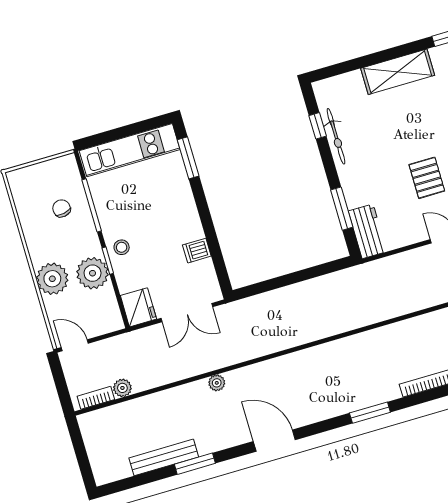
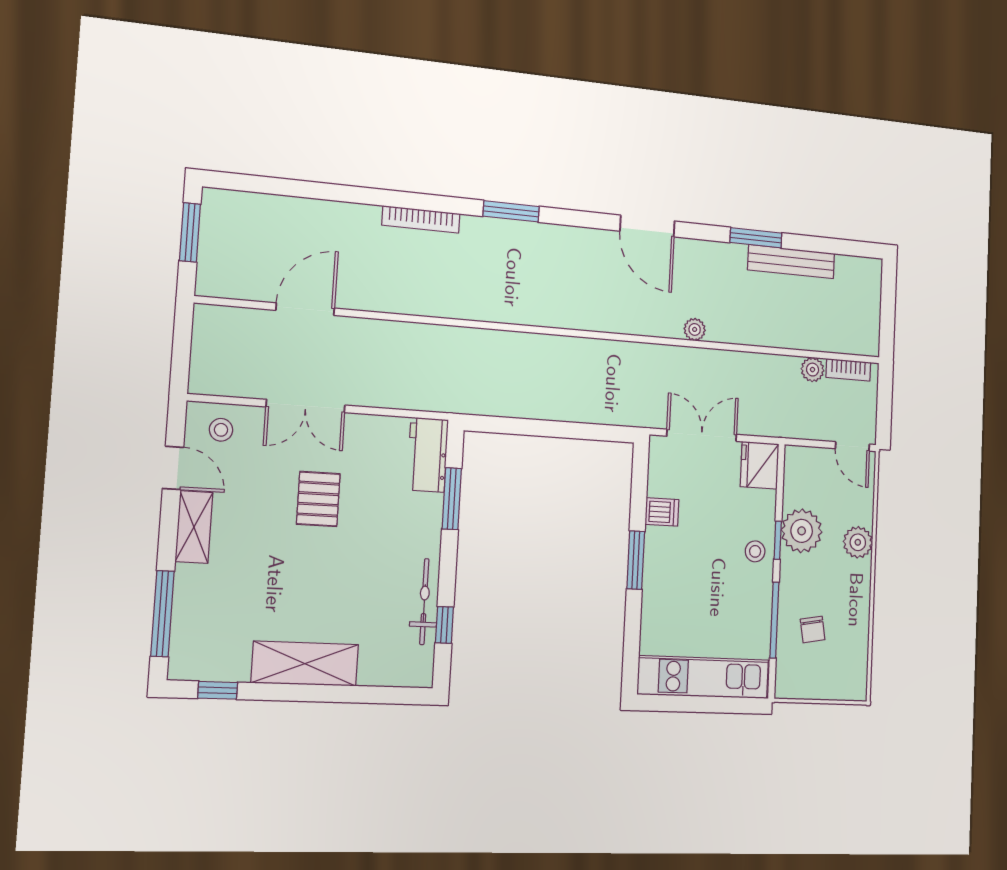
window: (188, 158) -> (636, 560), moved
plant: (52, 279) -> (858, 542), width x0.73, depth x0.73

